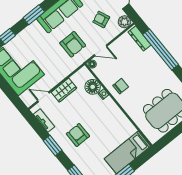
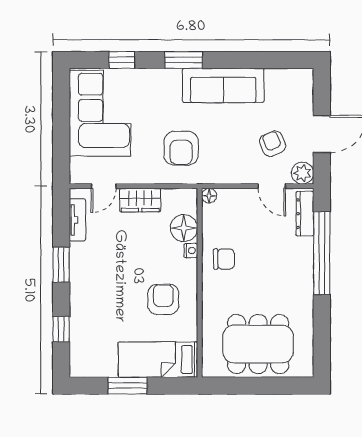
armchair: (73, 44) -> (181, 148), moved
door: (101, 51) -> (272, 186), moved
door: (43, 97) -> (104, 186), swing flipped
armchair: (78, 135) -> (163, 299), moved

